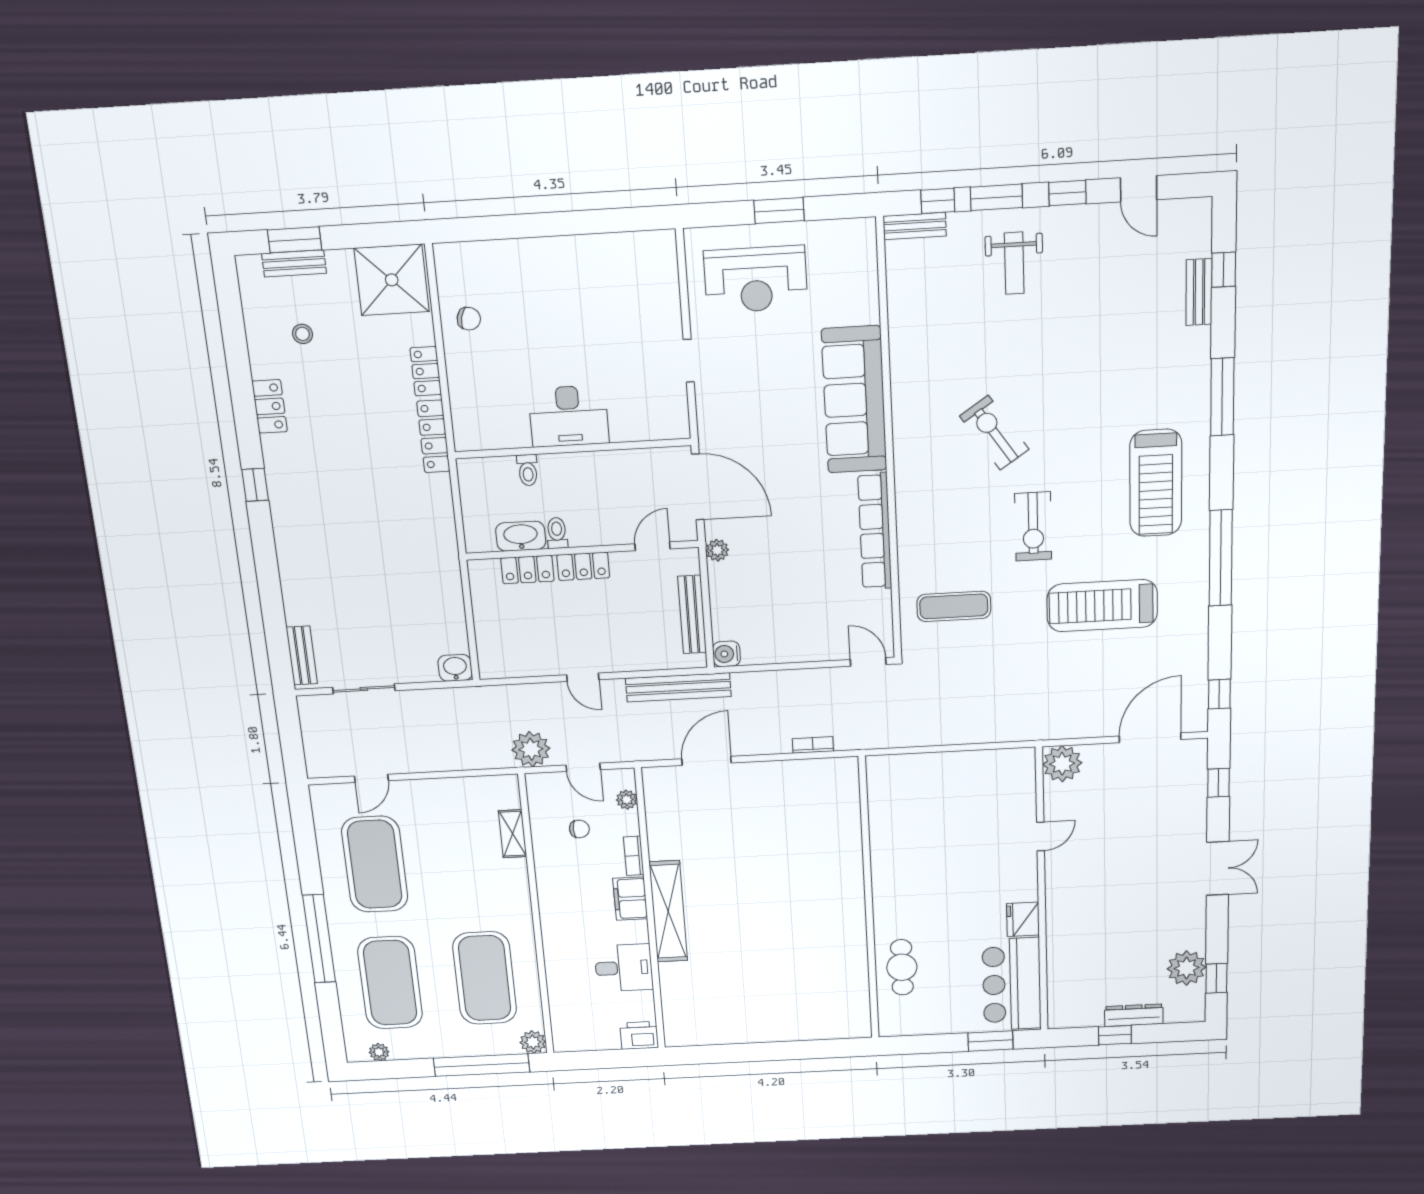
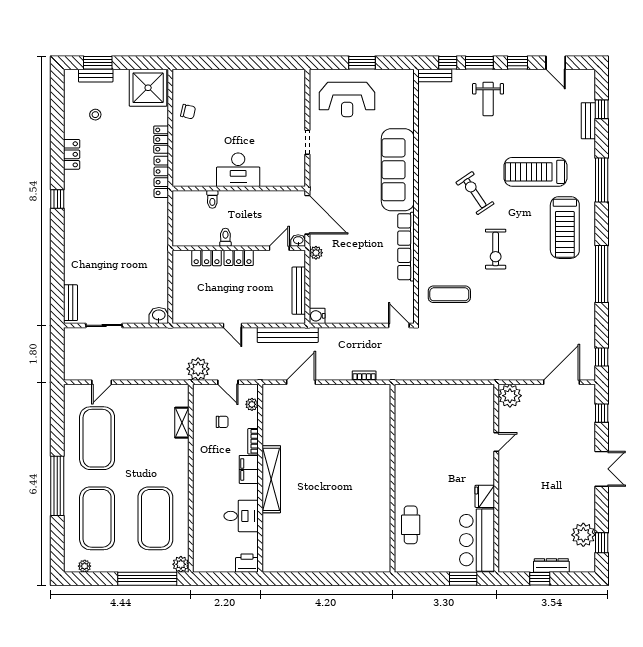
washbasin: (521, 536) -> (298, 241), moved, width x0.52, depth x0.69
treadmill: (1102, 606) -> (536, 172), moved

